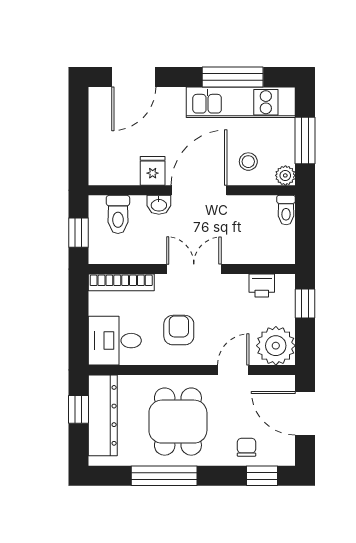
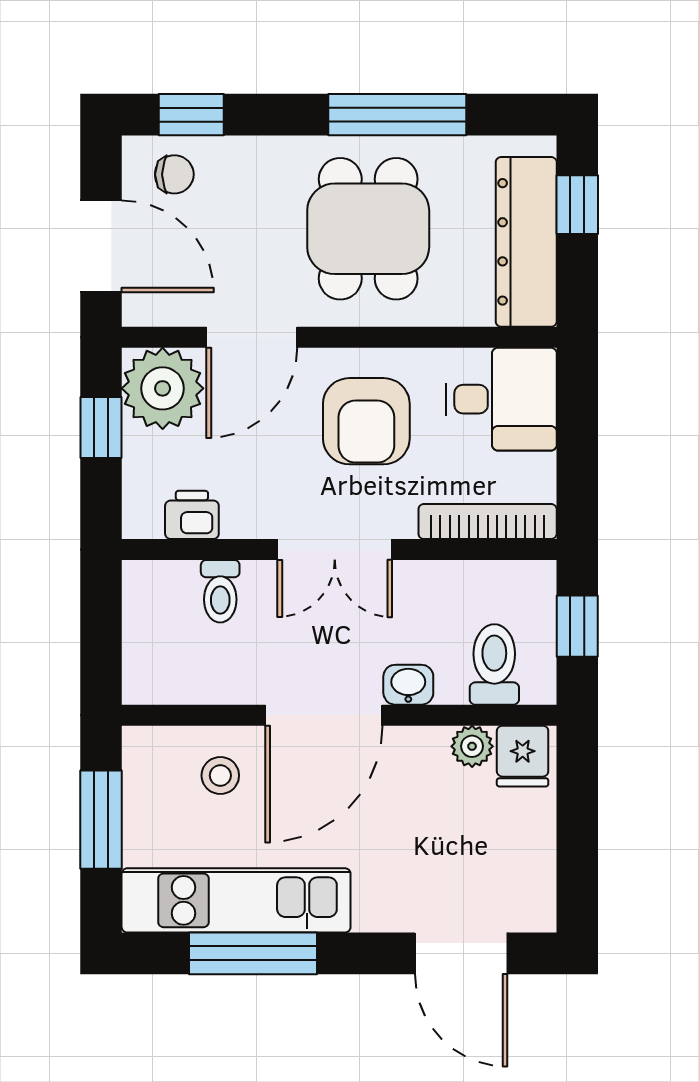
door: (134, 77) -> (461, 953), swing flipped
fridge: (153, 171) -> (523, 756), moved
plant: (285, 175) -> (472, 746), moved
toilet: (286, 210) -> (220, 591), moved, turned 180
window: (305, 304) -> (101, 428), moved
armchair: (179, 330) -> (366, 421), width x1.38, depth x1.38
door: (233, 370) -> (252, 337), width x1.38
window: (79, 409) -> (577, 205), moved
chair: (246, 447) -> (174, 174), moved, turned -90

